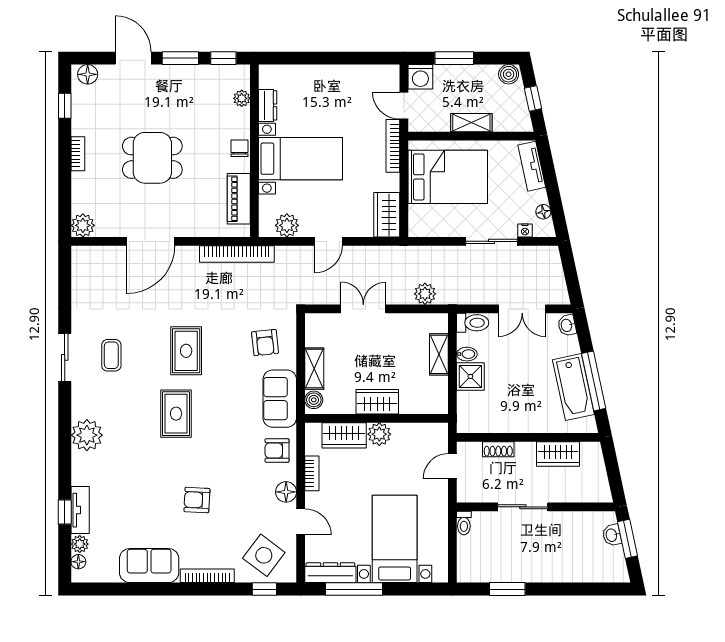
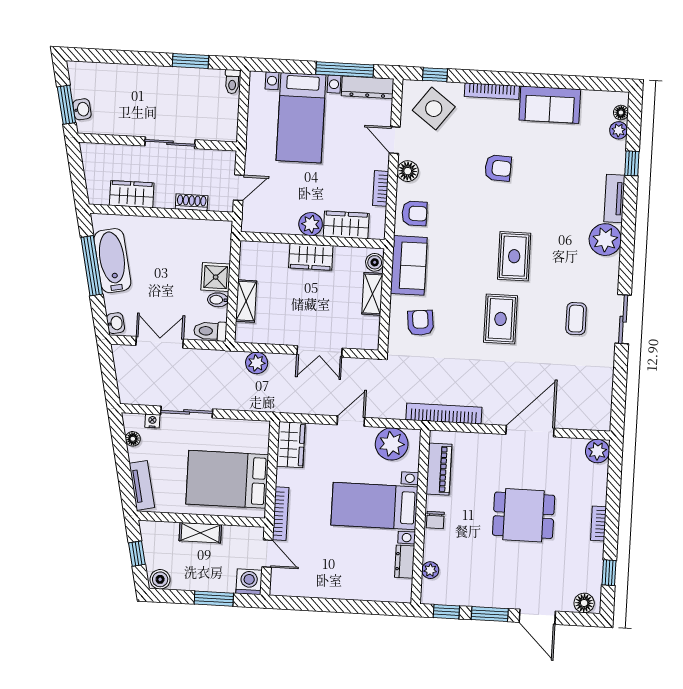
plant: (287, 225) -> (392, 444), width x1.36, depth x1.36
tv unit: (80, 510) -> (614, 199), moved
toilet: (464, 523) -> (232, 82), moved, turned 180

